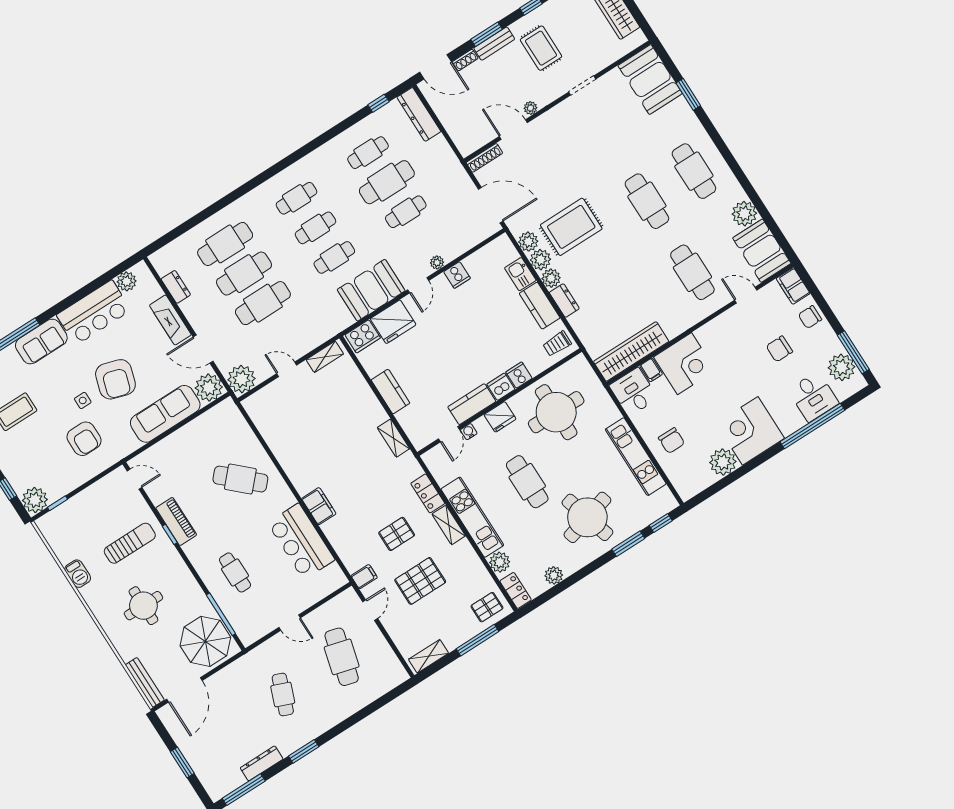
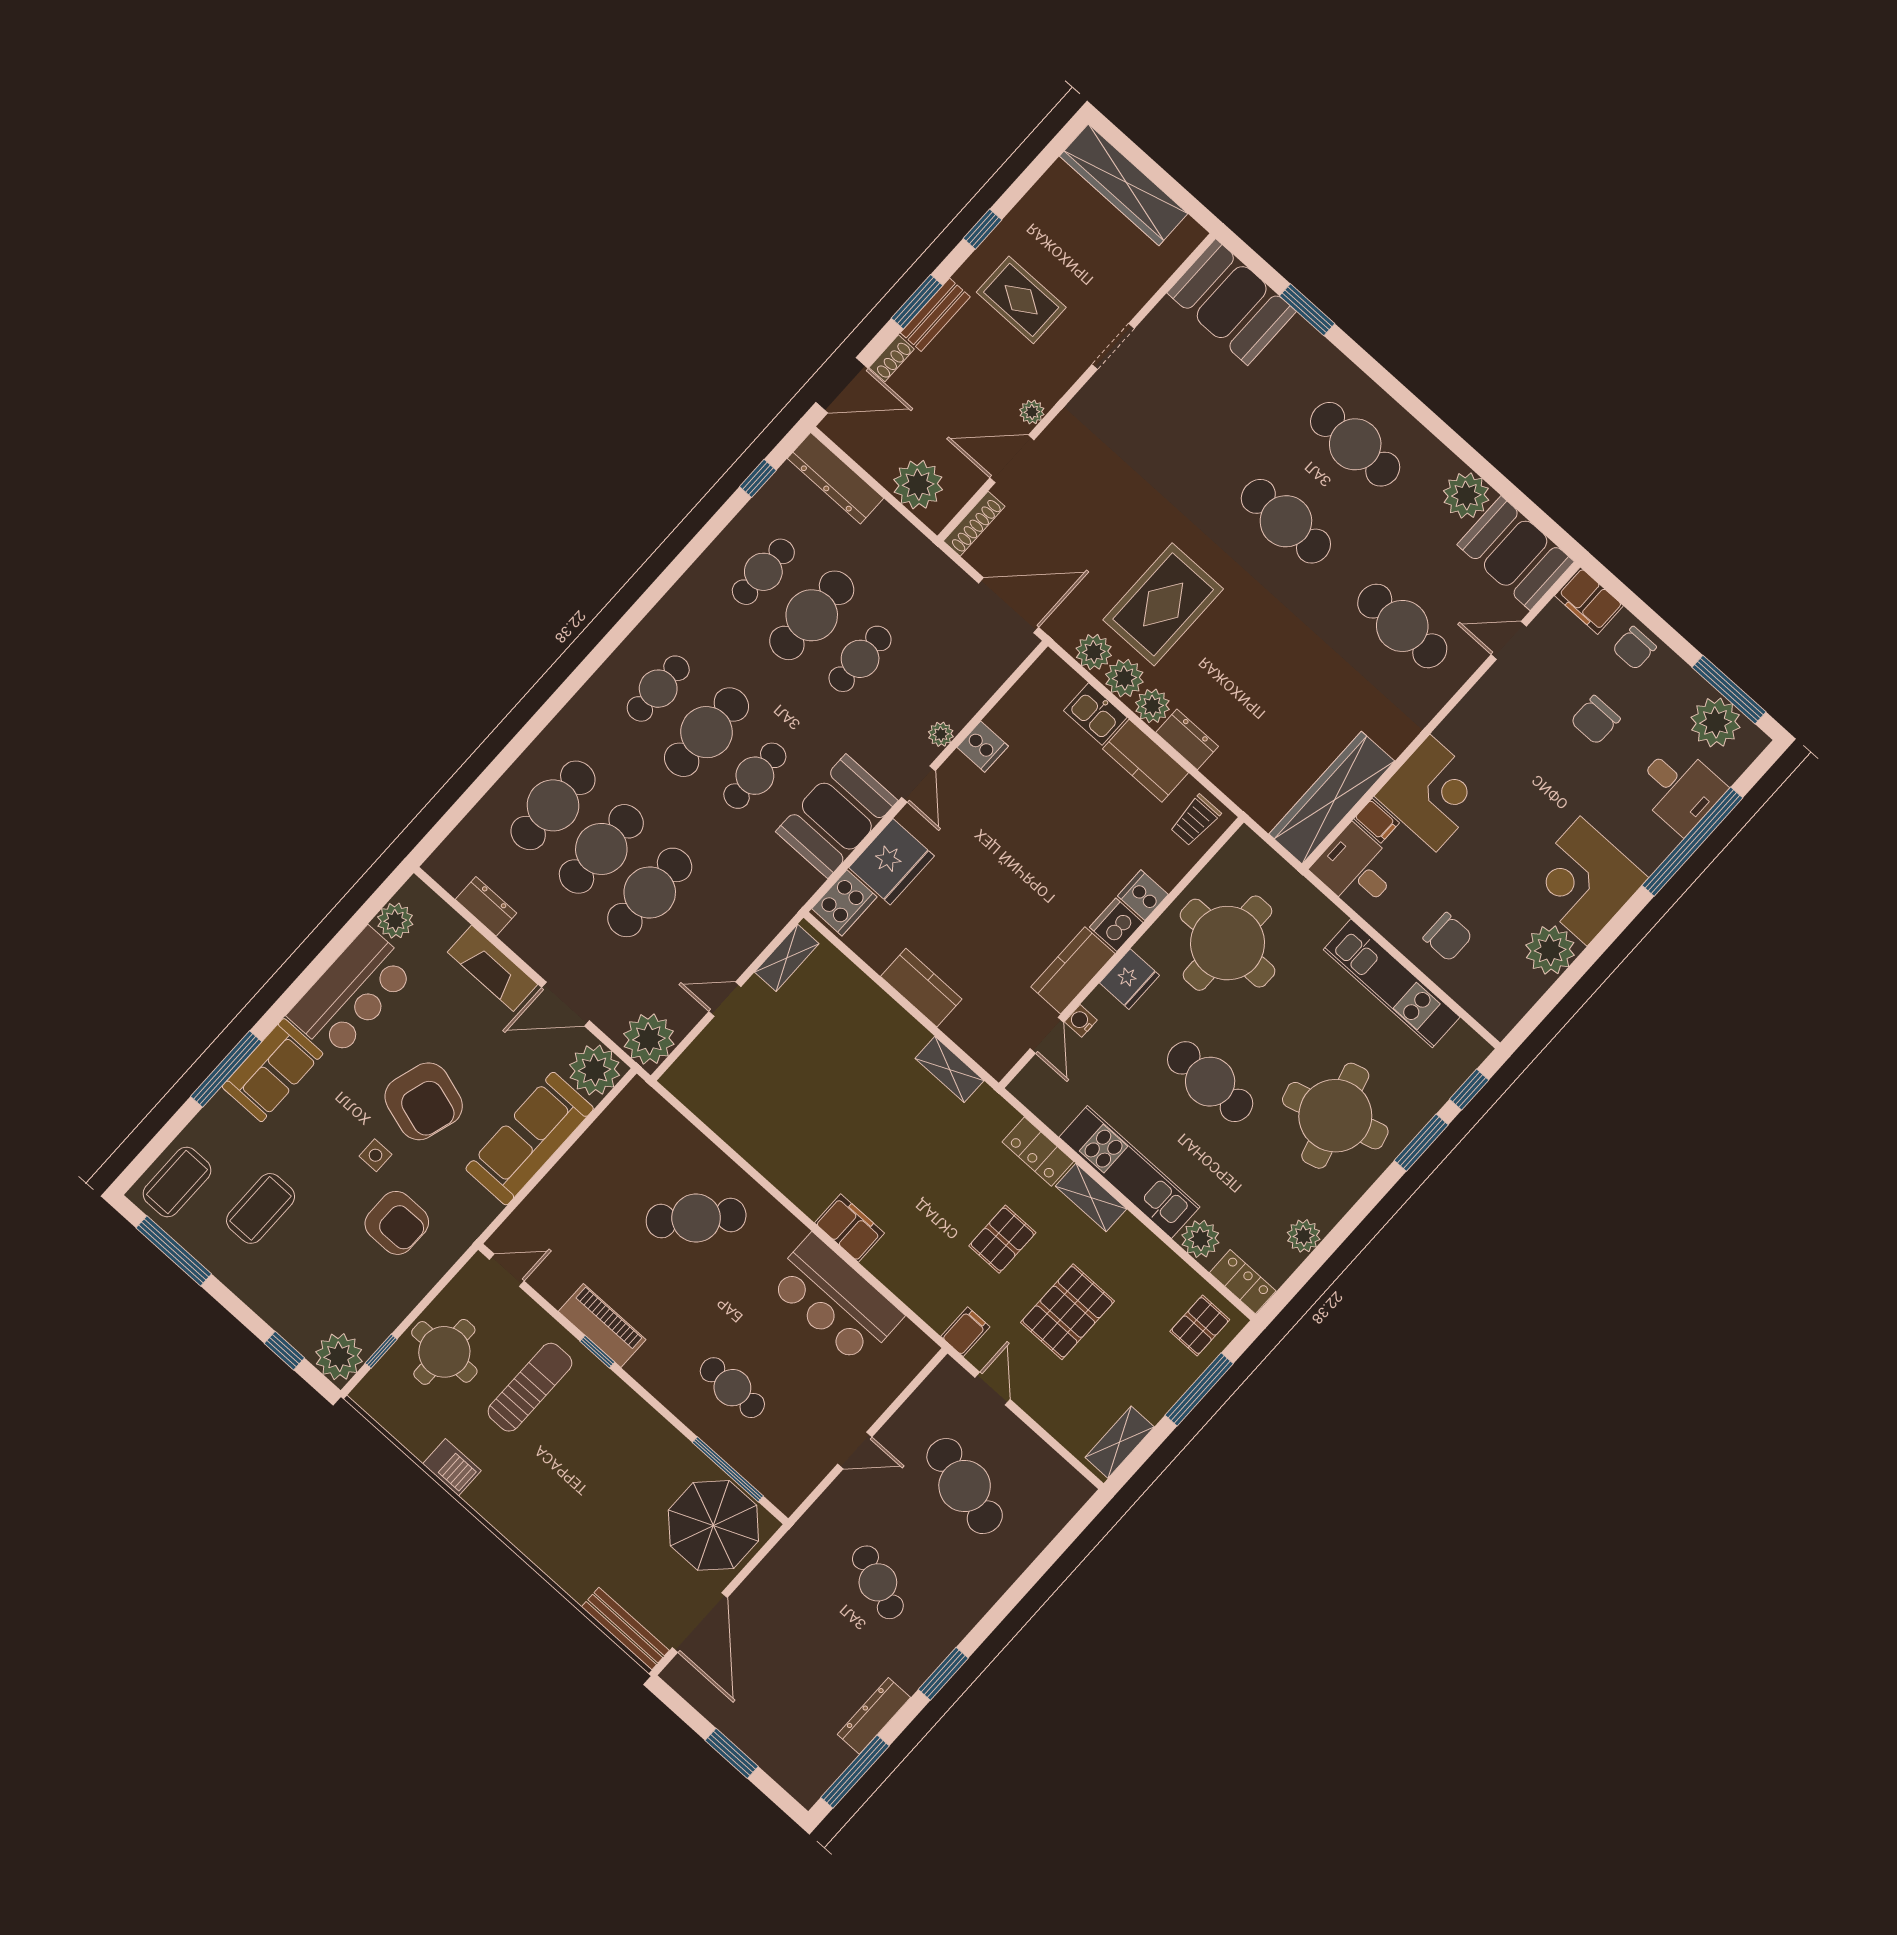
plant: (461, 129) -> (918, 485), added
cafe table: (315, 228) -> (707, 732), width x1.37, depth x1.35
round table: (143, 606) -> (444, 1352), moved

